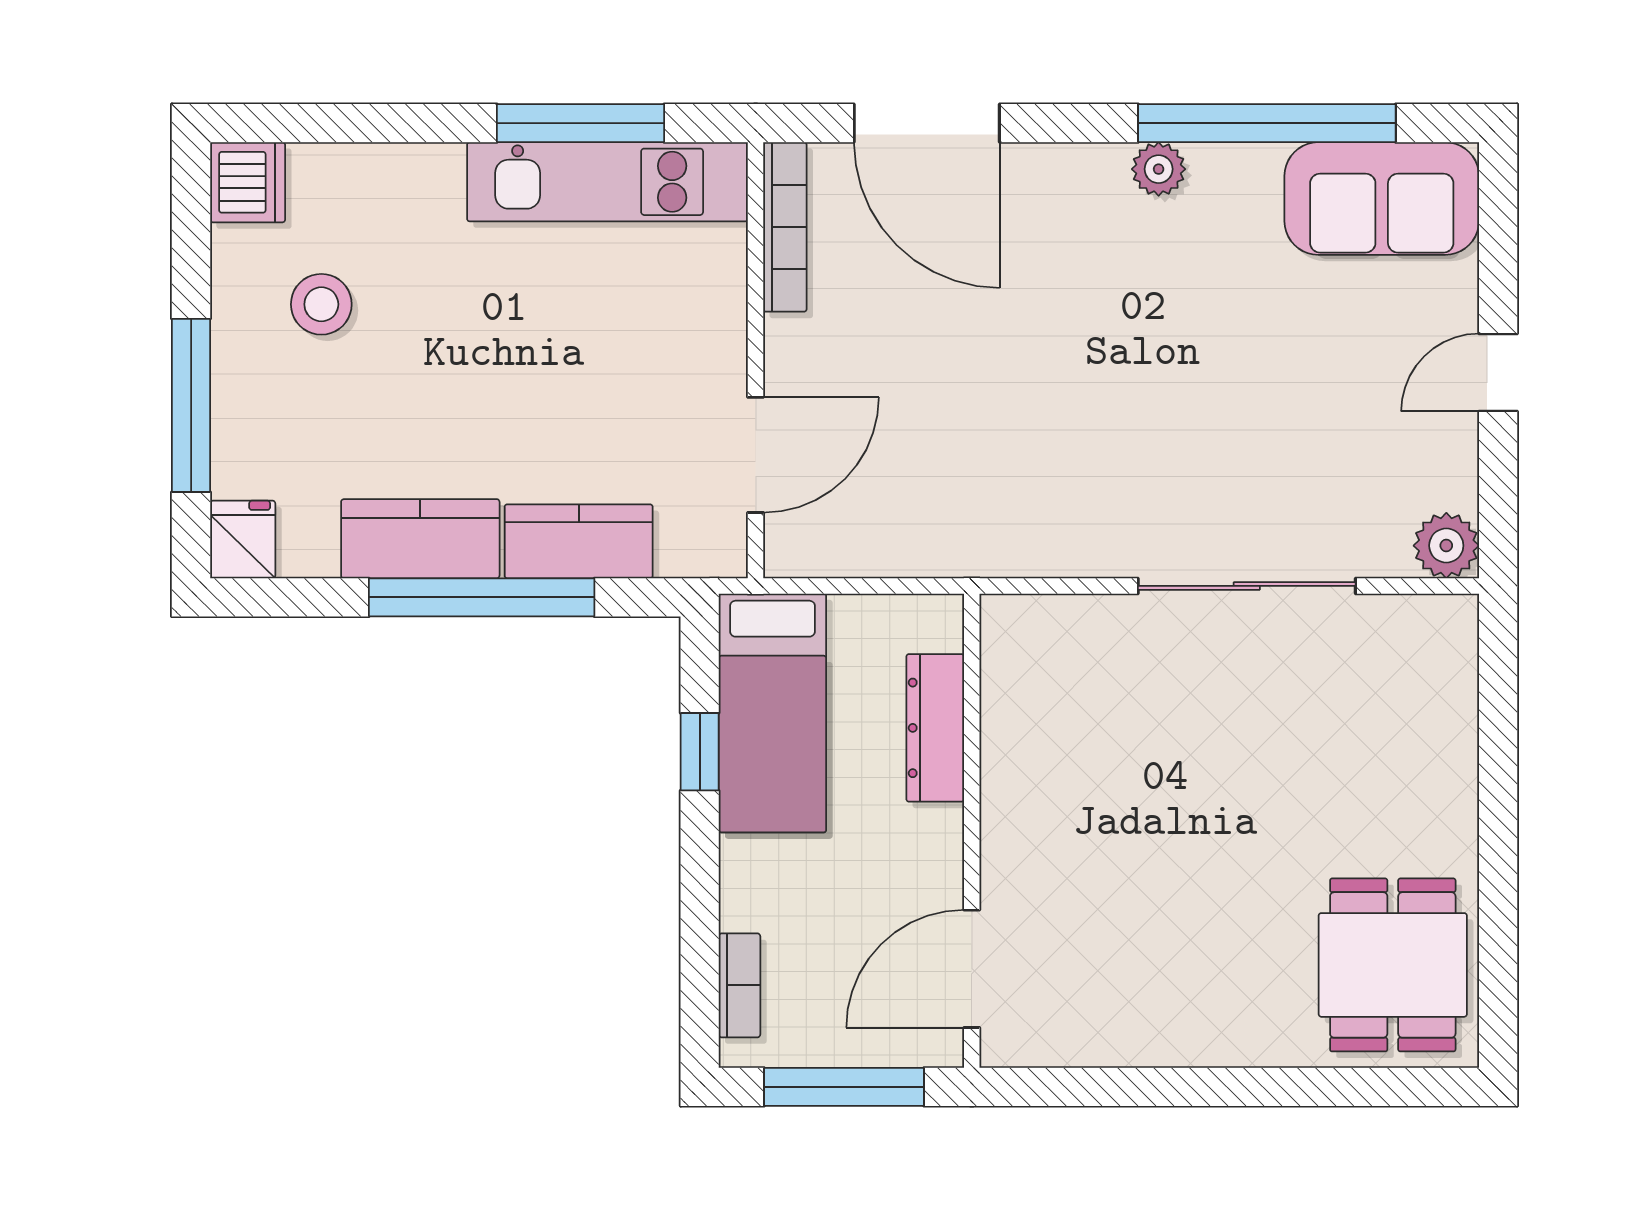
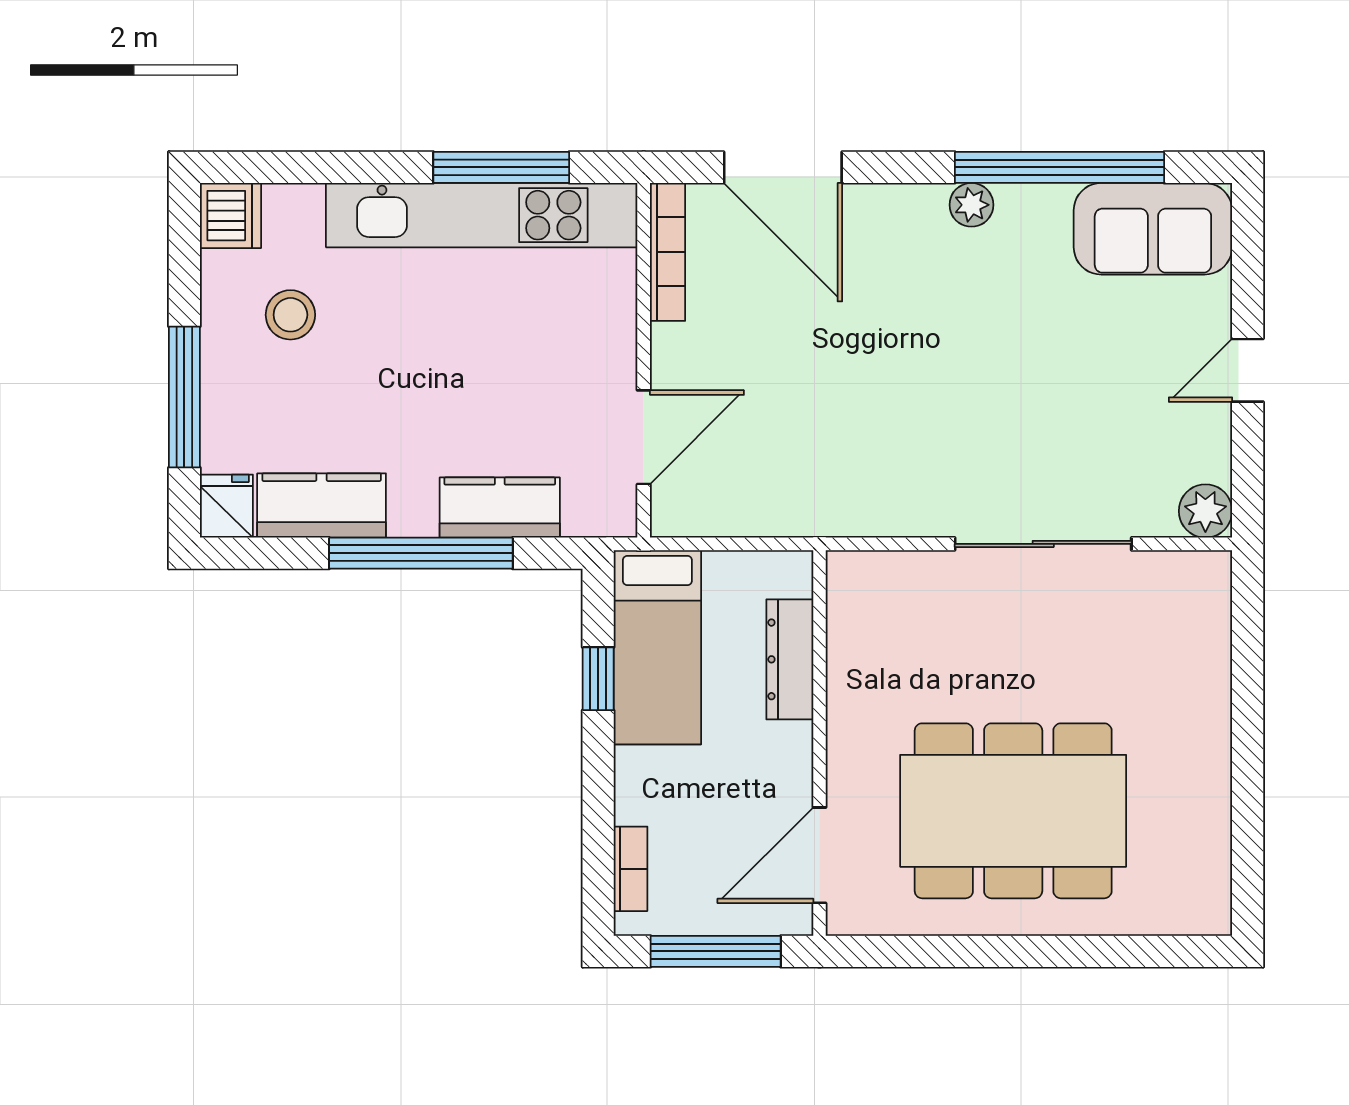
kitchen unit: (608, 182) -> (482, 215), width x1.36
kitchen counter: (420, 539) -> (322, 505), moved
dining table: (1393, 965) -> (1013, 811), moved, width x1.88, depth x1.24

